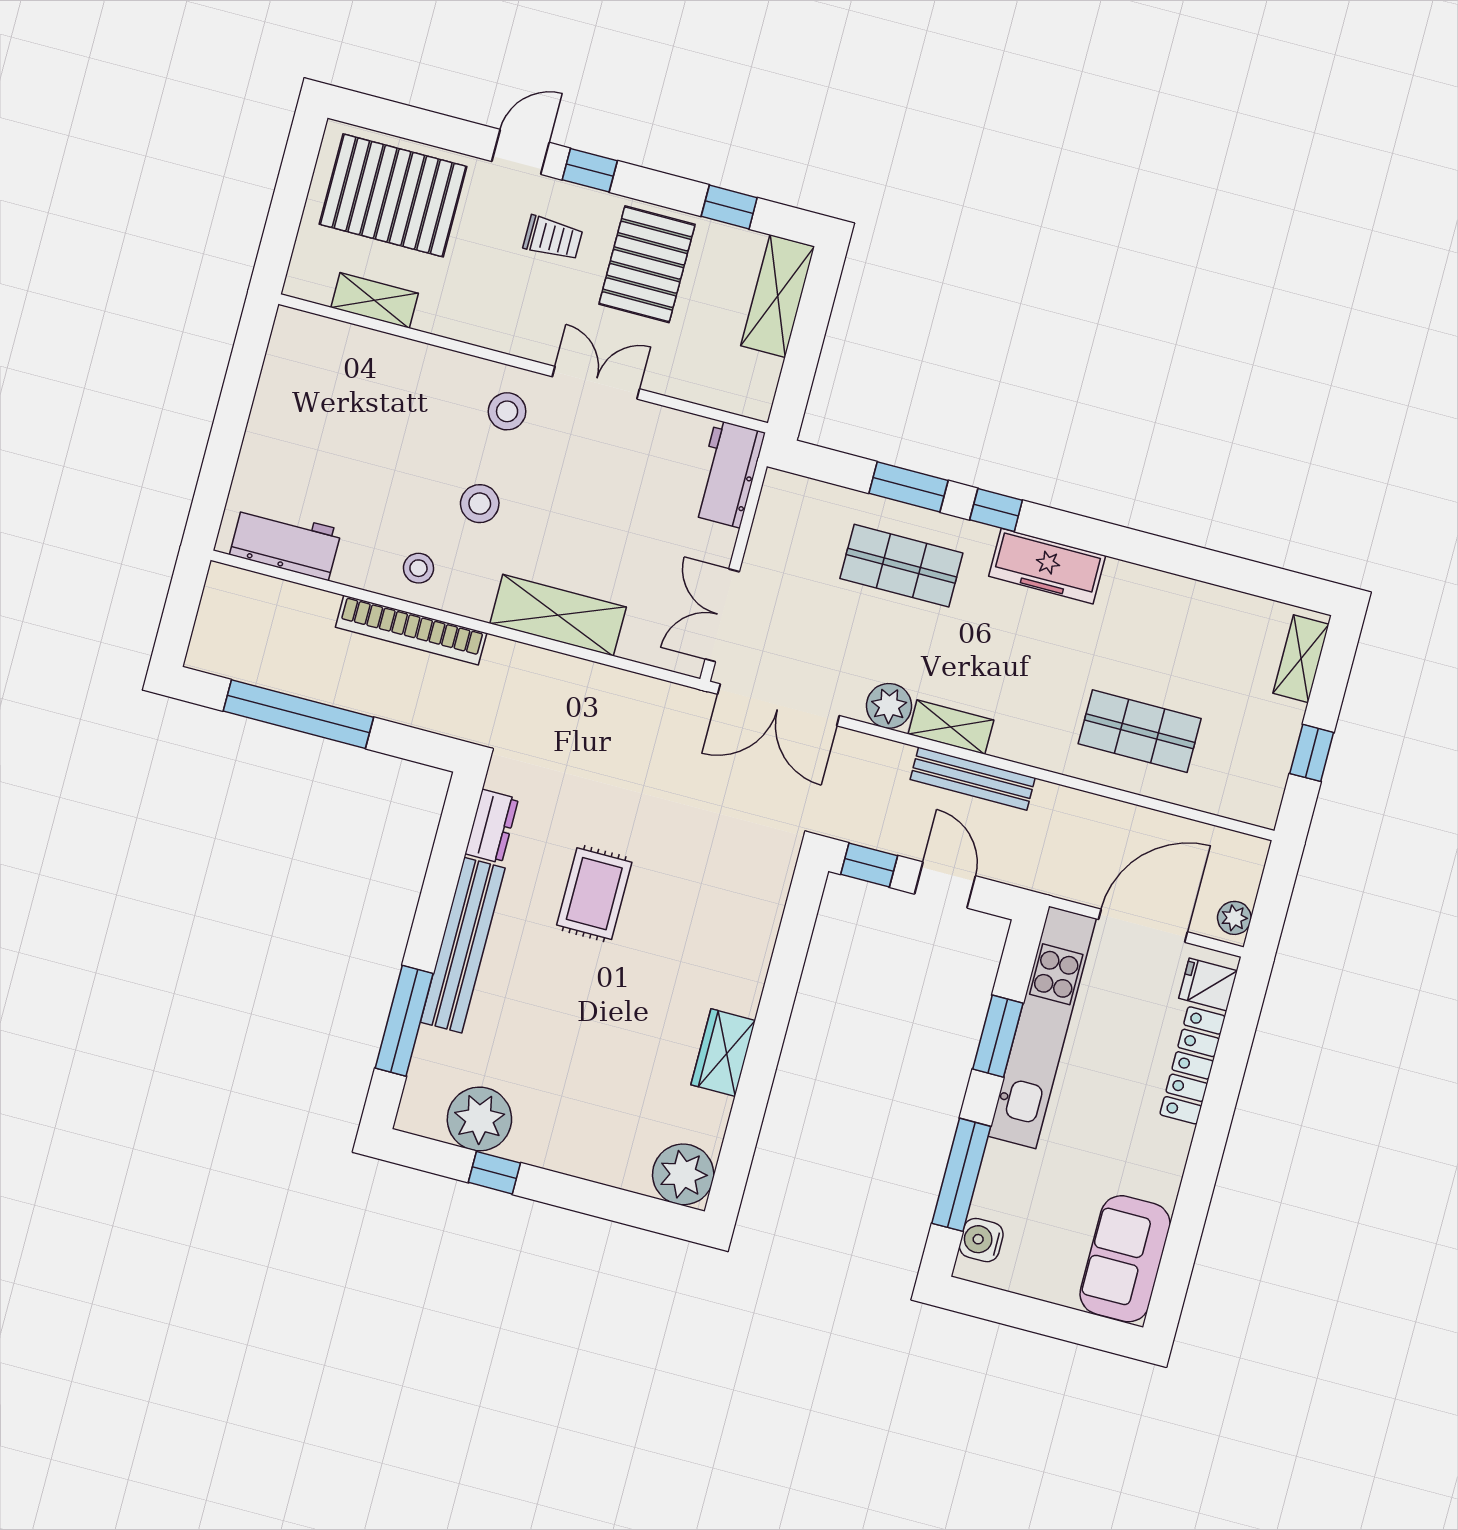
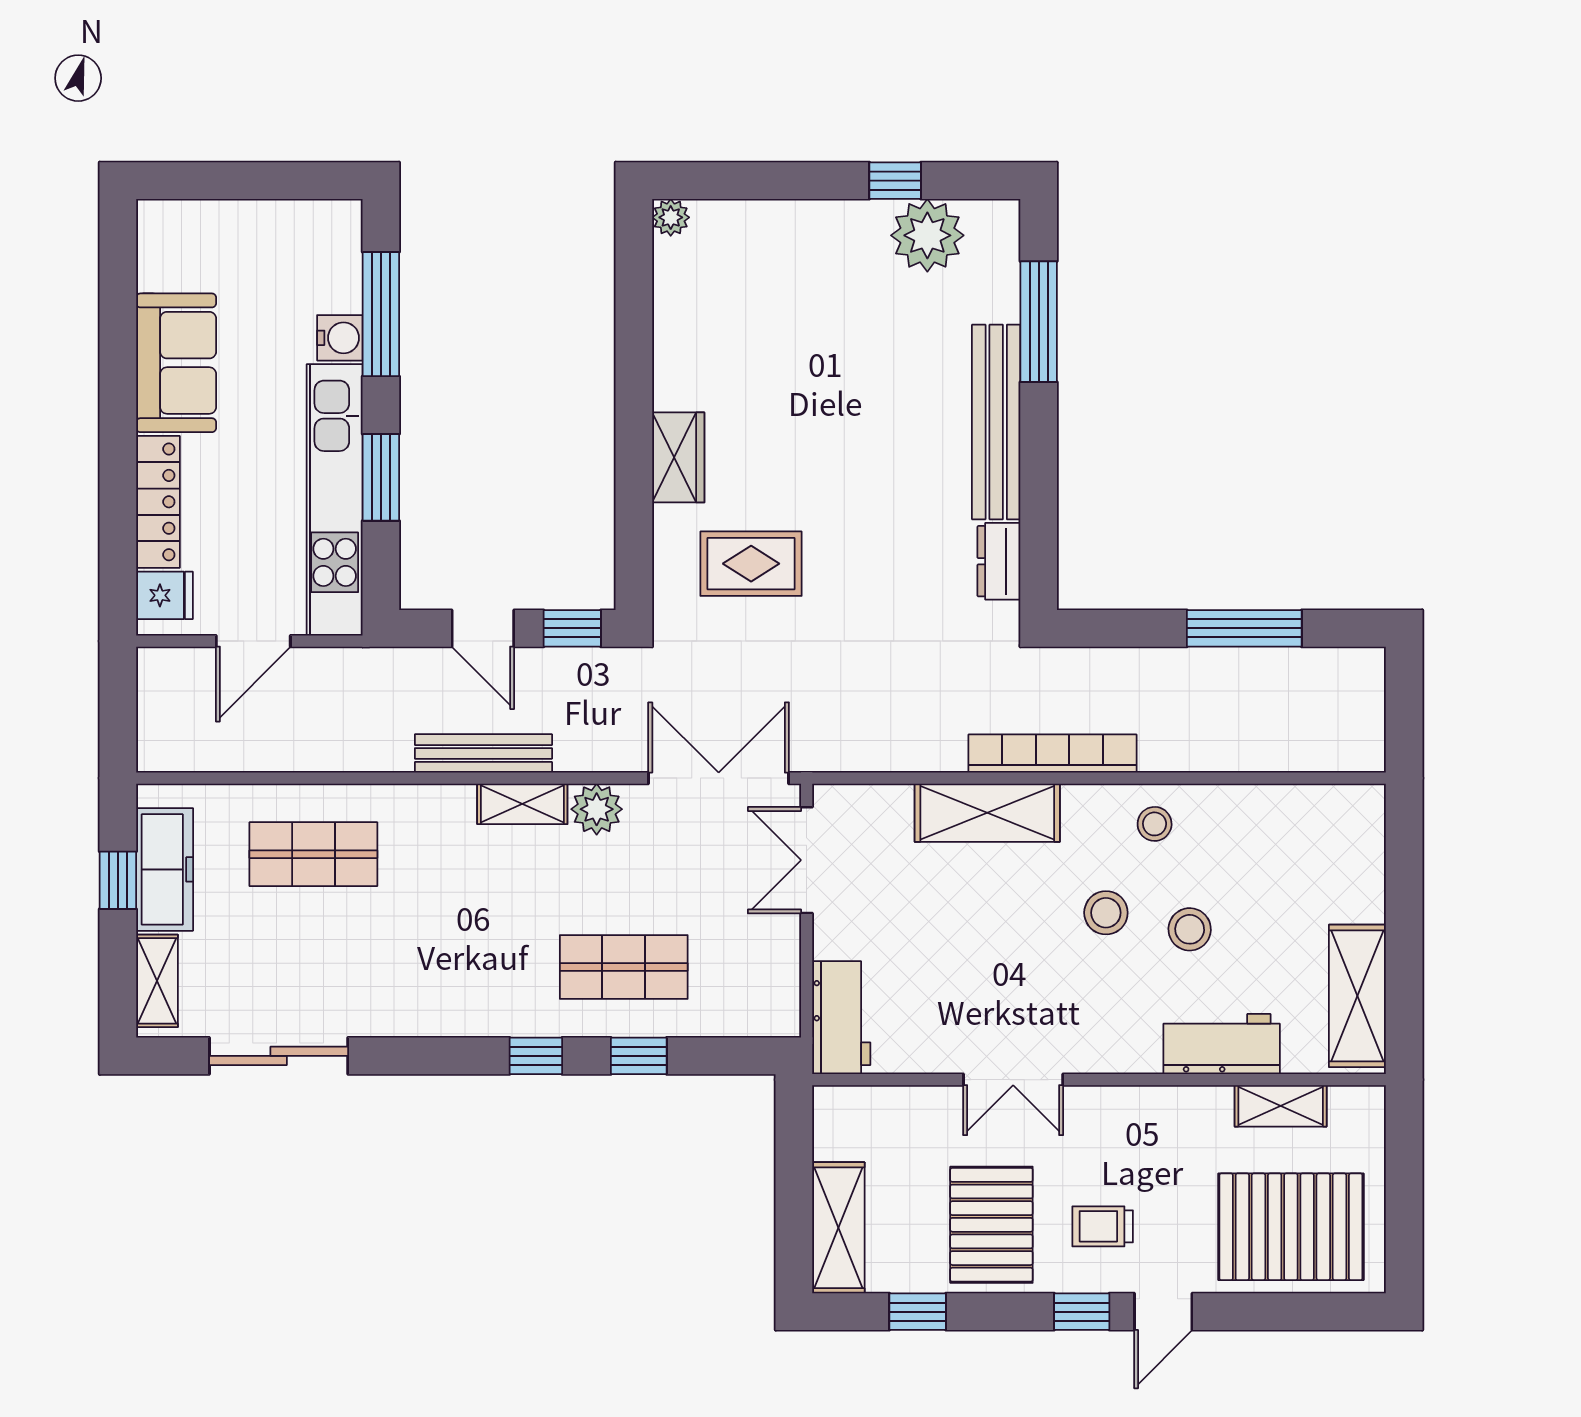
shelving: (285, 377) -> (1357, 996), added
stool: (507, 411) -> (1190, 929), moved
window: (909, 487) -> (639, 1056), width x0.67
workbench: (285, 542) -> (1222, 1044), moved, turned 180
freezer: (1047, 566) -> (165, 869), moved, turned 90
sliding door: (1215, 568) -> (279, 1056), added
double door: (722, 615) -> (807, 860), swing flipped
bookcase: (411, 630) -> (1052, 754), moved
window: (298, 714) -> (1244, 628), width x0.68
rug: (594, 894) -> (751, 564), moved, turned 90
plant: (1234, 918) -> (155, 676), removed
door: (1143, 926) -> (253, 641), width x0.73
wardrobe: (723, 1053) -> (678, 457), moved
plant: (683, 1174) -> (671, 217), width x0.53, depth x0.53
water cooler: (981, 1240) -> (340, 338), moved
sofa: (1125, 1259) -> (176, 363), moved

